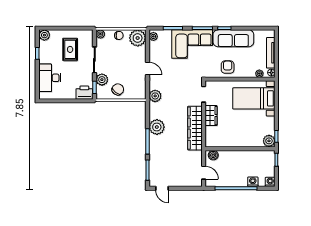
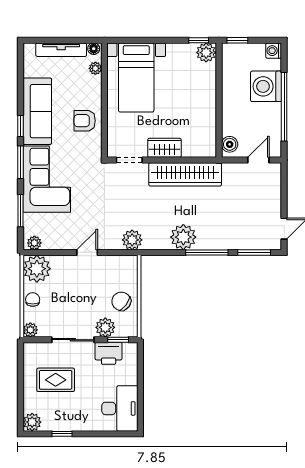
desk: (50, 78) -> (120, 408), moved, turned -90
printer: (84, 93) -> (109, 353), moved, turned -90
washing machine: (253, 182) -> (266, 86), width x1.89, depth x1.89

